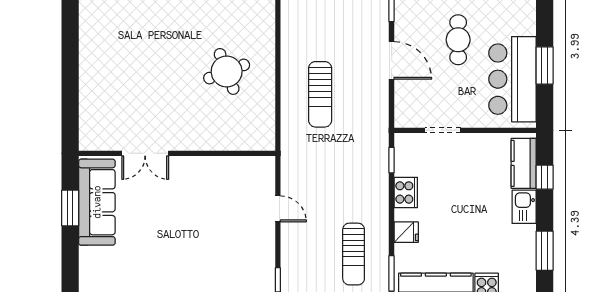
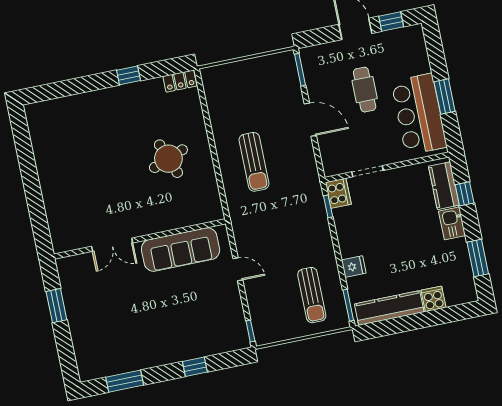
cooker: (406, 192) -> (338, 193), moved
sofa: (97, 202) -> (181, 250), moved, turned 90

